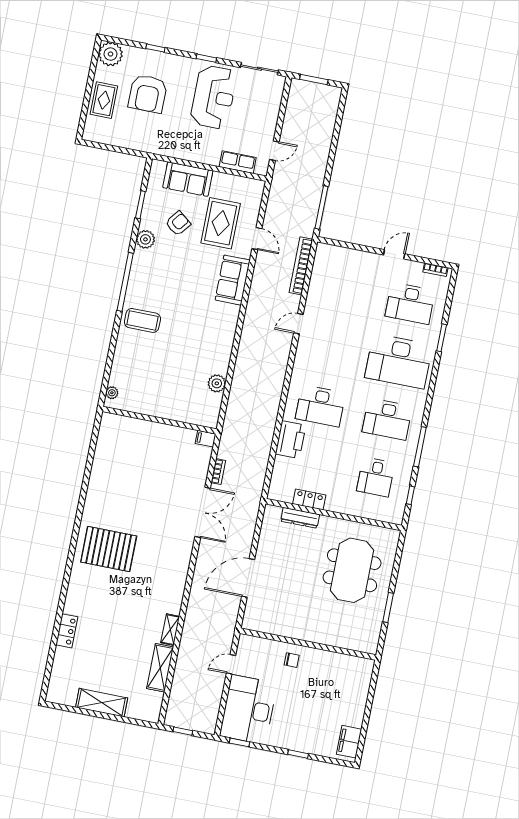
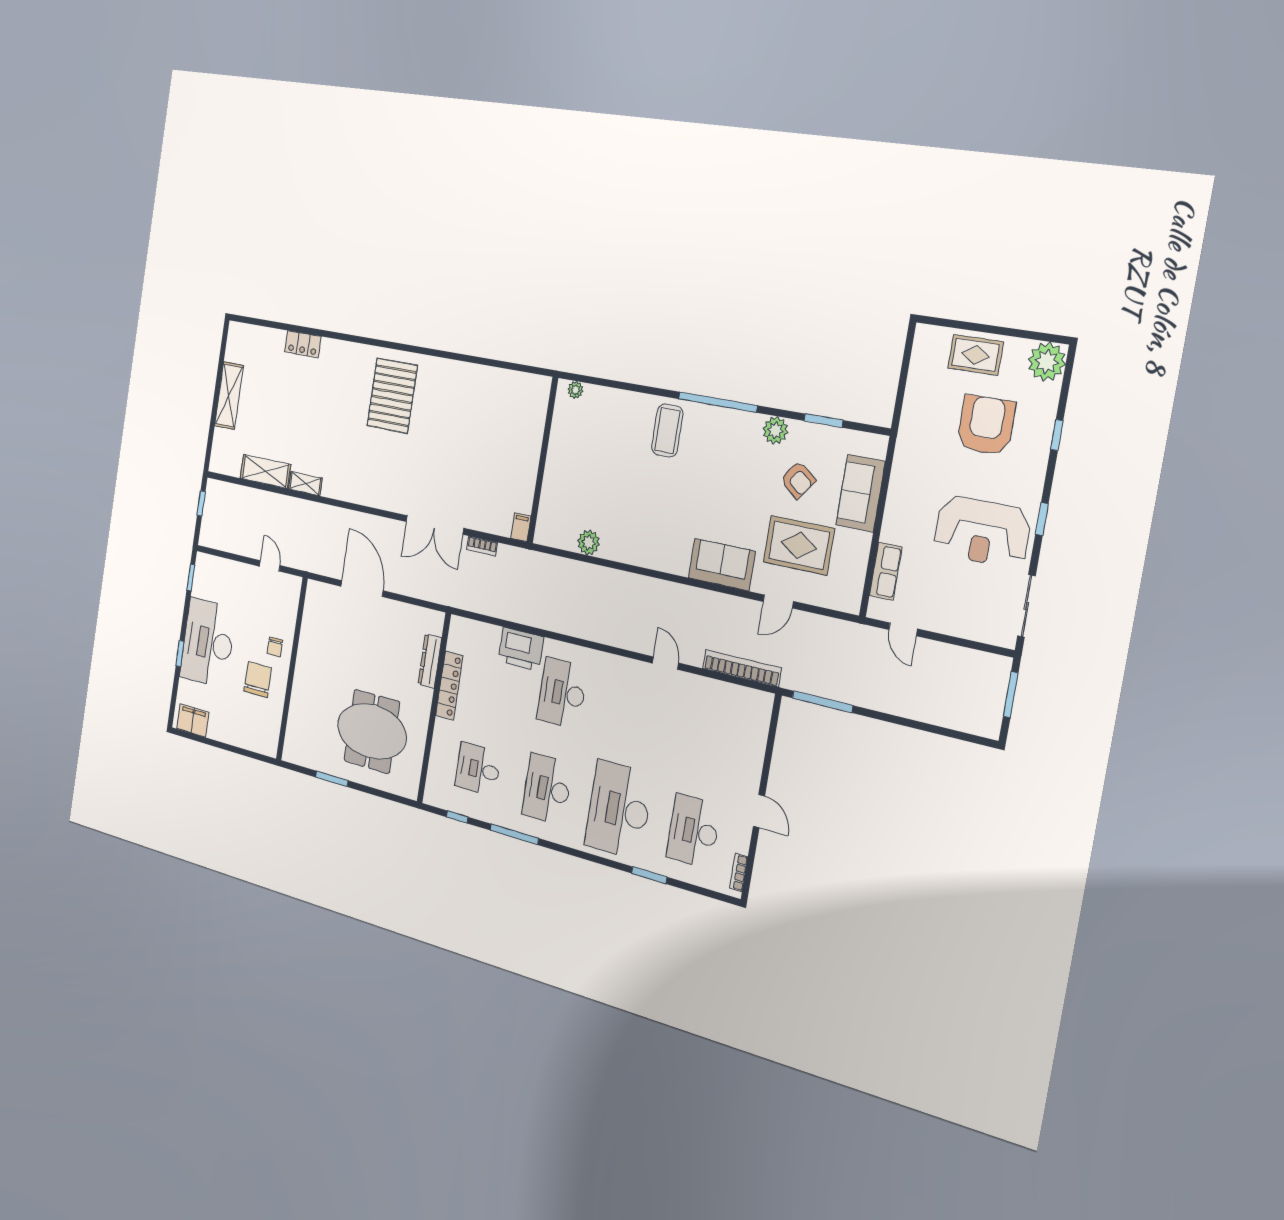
armchair: (148, 94) -> (986, 425), turned 90
locker: (309, 499) -> (449, 686), width x1.53
chair: (316, 677) -> (258, 680), added
desk: (248, 710) -> (208, 643), moved, turned -90

